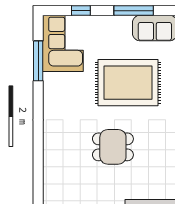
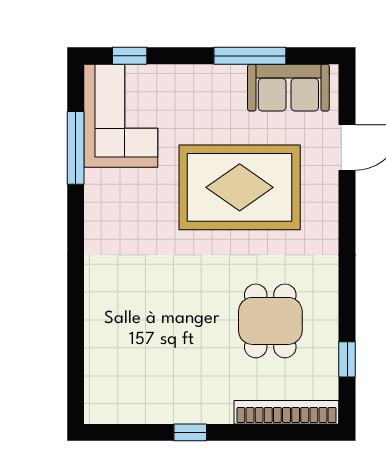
window: (81, 11) -> (130, 56), moved
dining table: (113, 147) -> (270, 321), moved, turned 90

